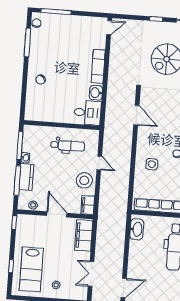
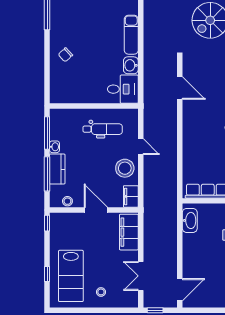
side table: (152, 164) -> (202, 144), removed

